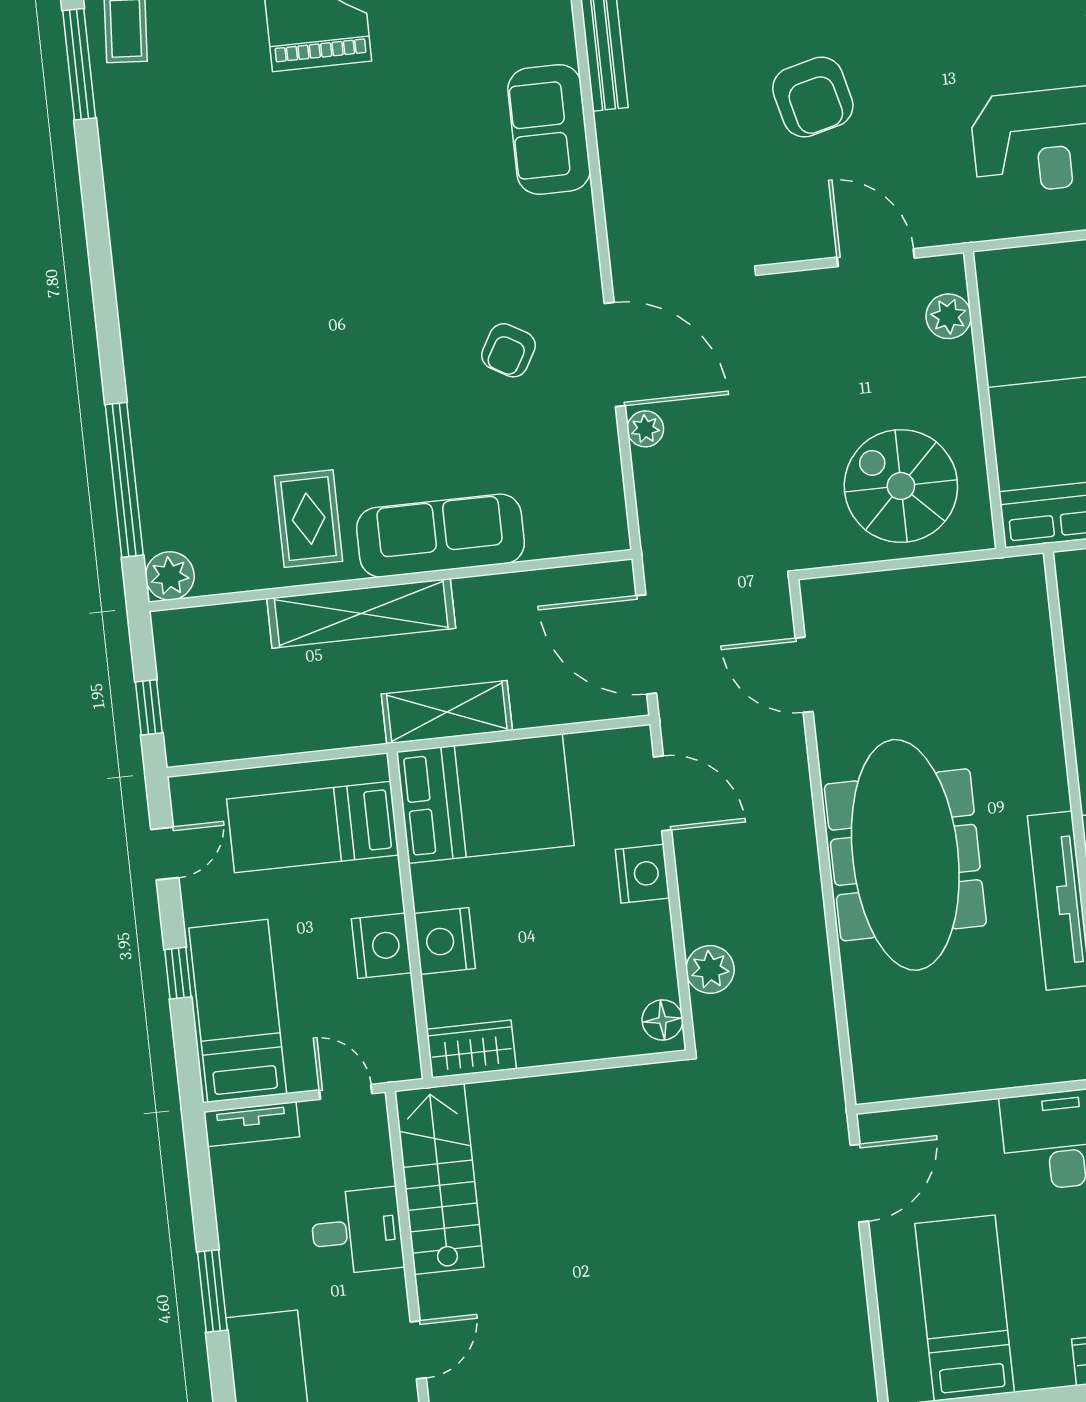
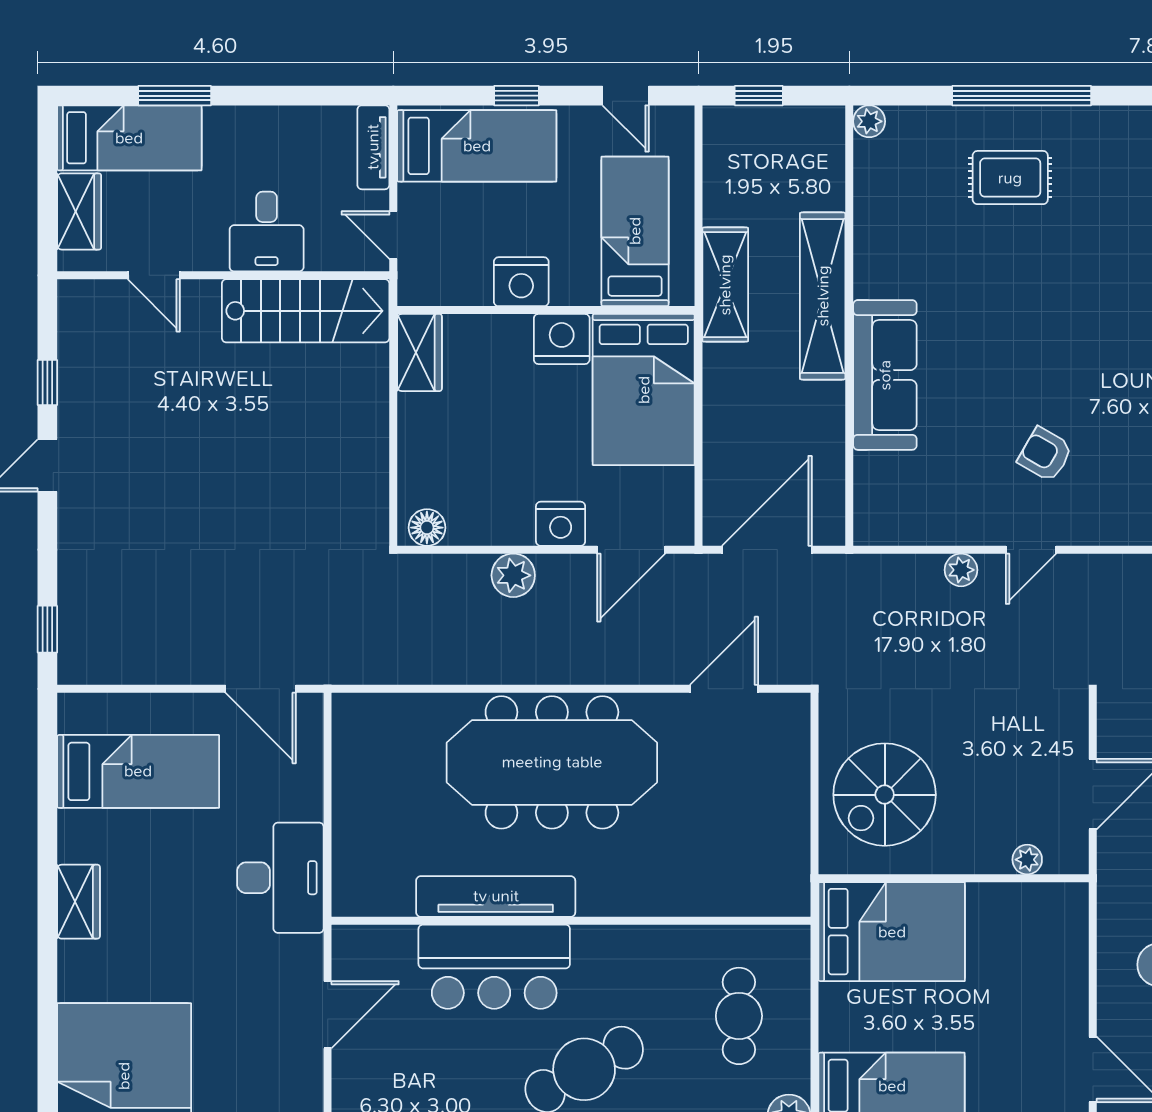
plant: (949, 316) -> (1027, 860), width x0.73, depth x0.73
door: (615, 354) -> (1031, 550), width x0.53
window: (124, 480) -> (1022, 96), moved
spiral stairs: (901, 486) -> (885, 795), turned 180
rug: (309, 519) -> (1010, 178), moved
plant: (170, 576) -> (869, 121), width x0.73, depth x0.73
shelving: (447, 712) -> (725, 285), moved
nightstand: (445, 941) -> (562, 339), moved
plant: (710, 969) -> (513, 575), moved
door: (346, 1092) -> (393, 235), swing flipped
window: (212, 1291) -> (175, 96), moved

